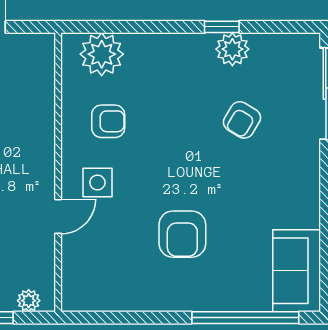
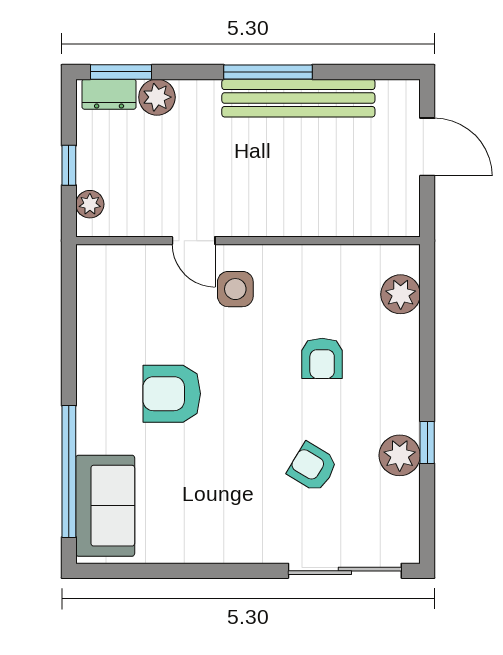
plant: (102, 54) -> (401, 294), width x0.73, depth x0.73
armchair: (108, 121) -> (322, 358), moved
sofa: (297, 271) -> (105, 506), moved, turned 90

